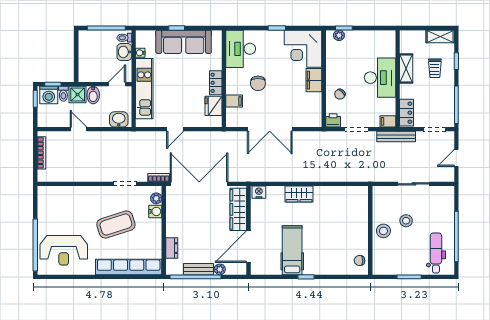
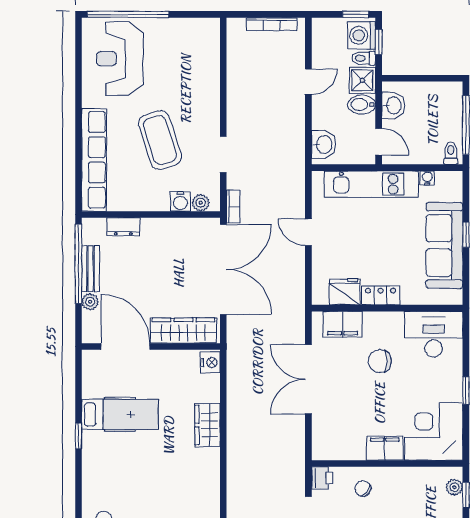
washbasin: (124, 52) -> (393, 105), moved, turned 90
filing cabinet: (234, 101) -> (343, 324), width x2.00

